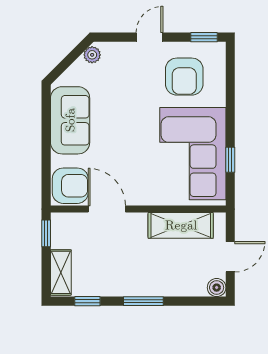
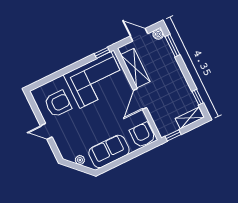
window: (204, 37) -> (33, 103), removed
plant: (92, 55) -> (80, 160), moved
window: (230, 160) -> (102, 53), moved
door: (107, 209) -> (140, 99), moved
window: (143, 301) -> (172, 46), moved

